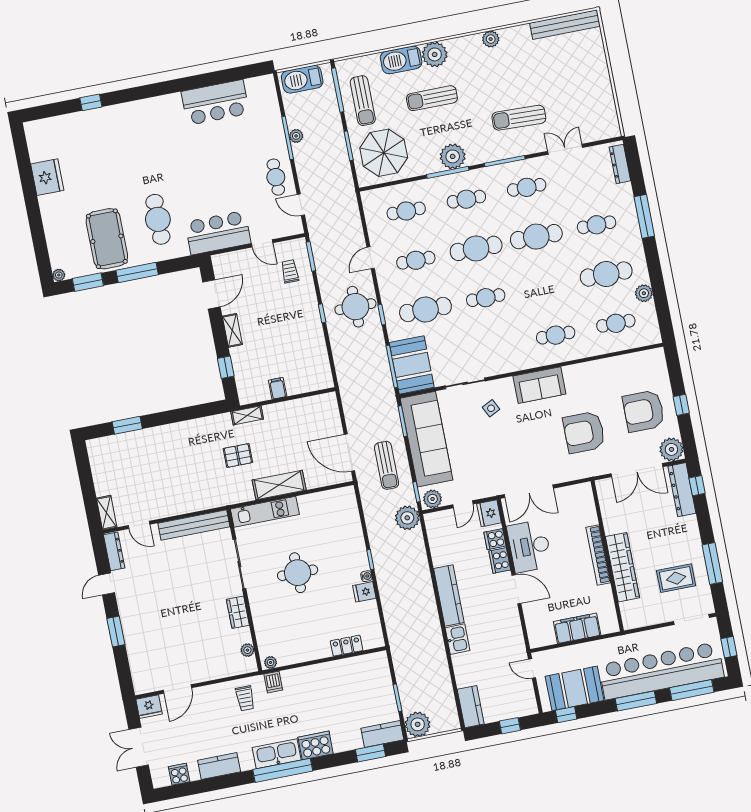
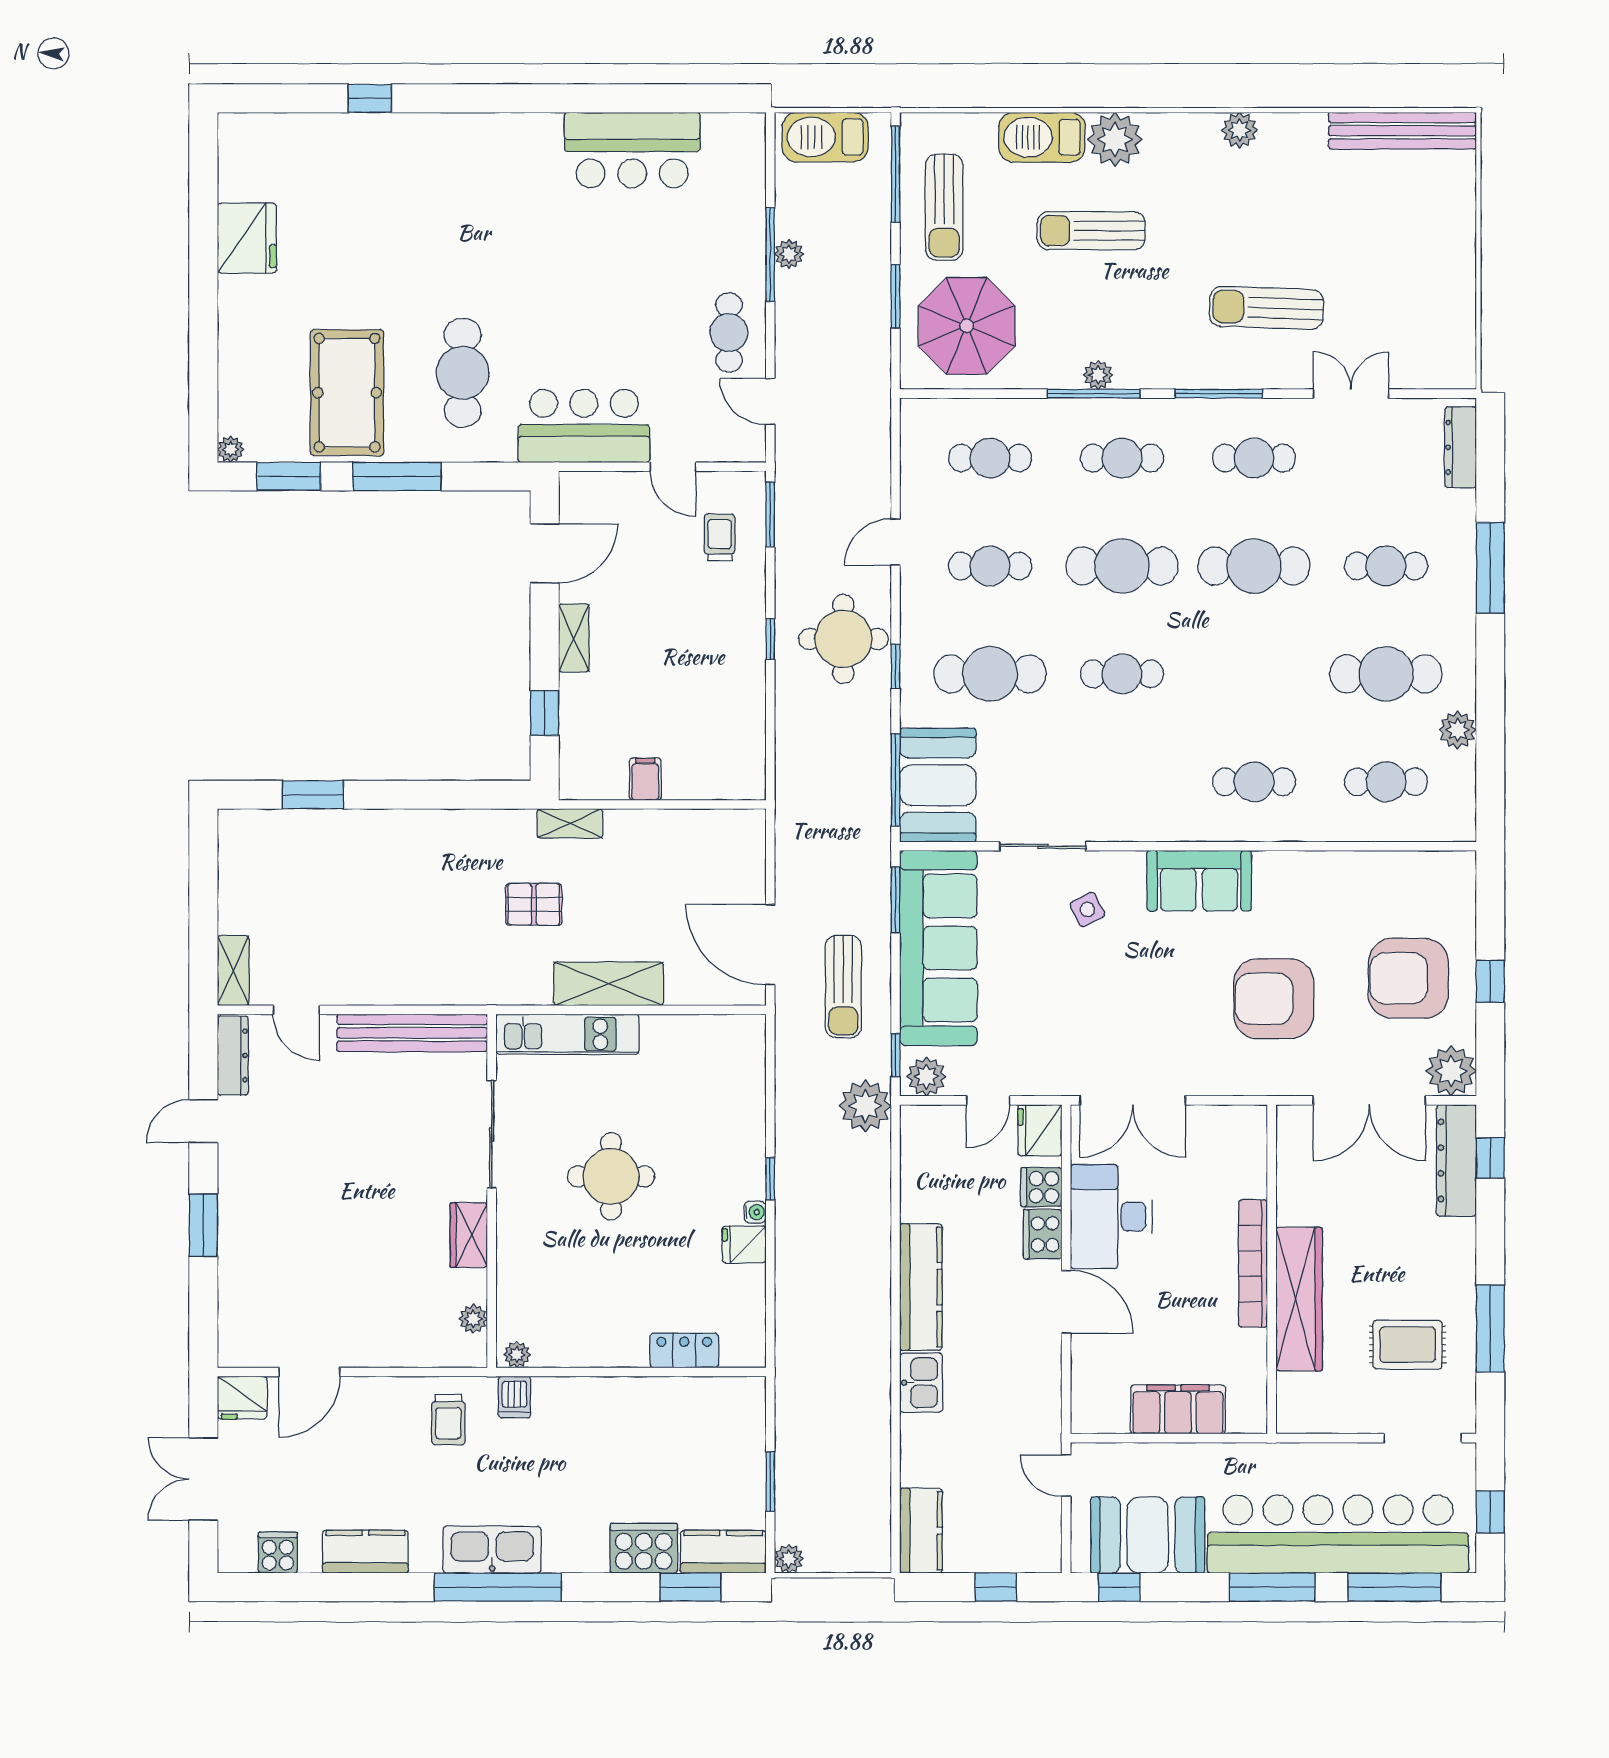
plant: (453, 156) -> (1098, 375), width x0.53, depth x0.53
plant: (418, 724) -> (789, 1559), width x0.53, depth x0.53
cooker: (316, 745) -> (644, 1548), moved

